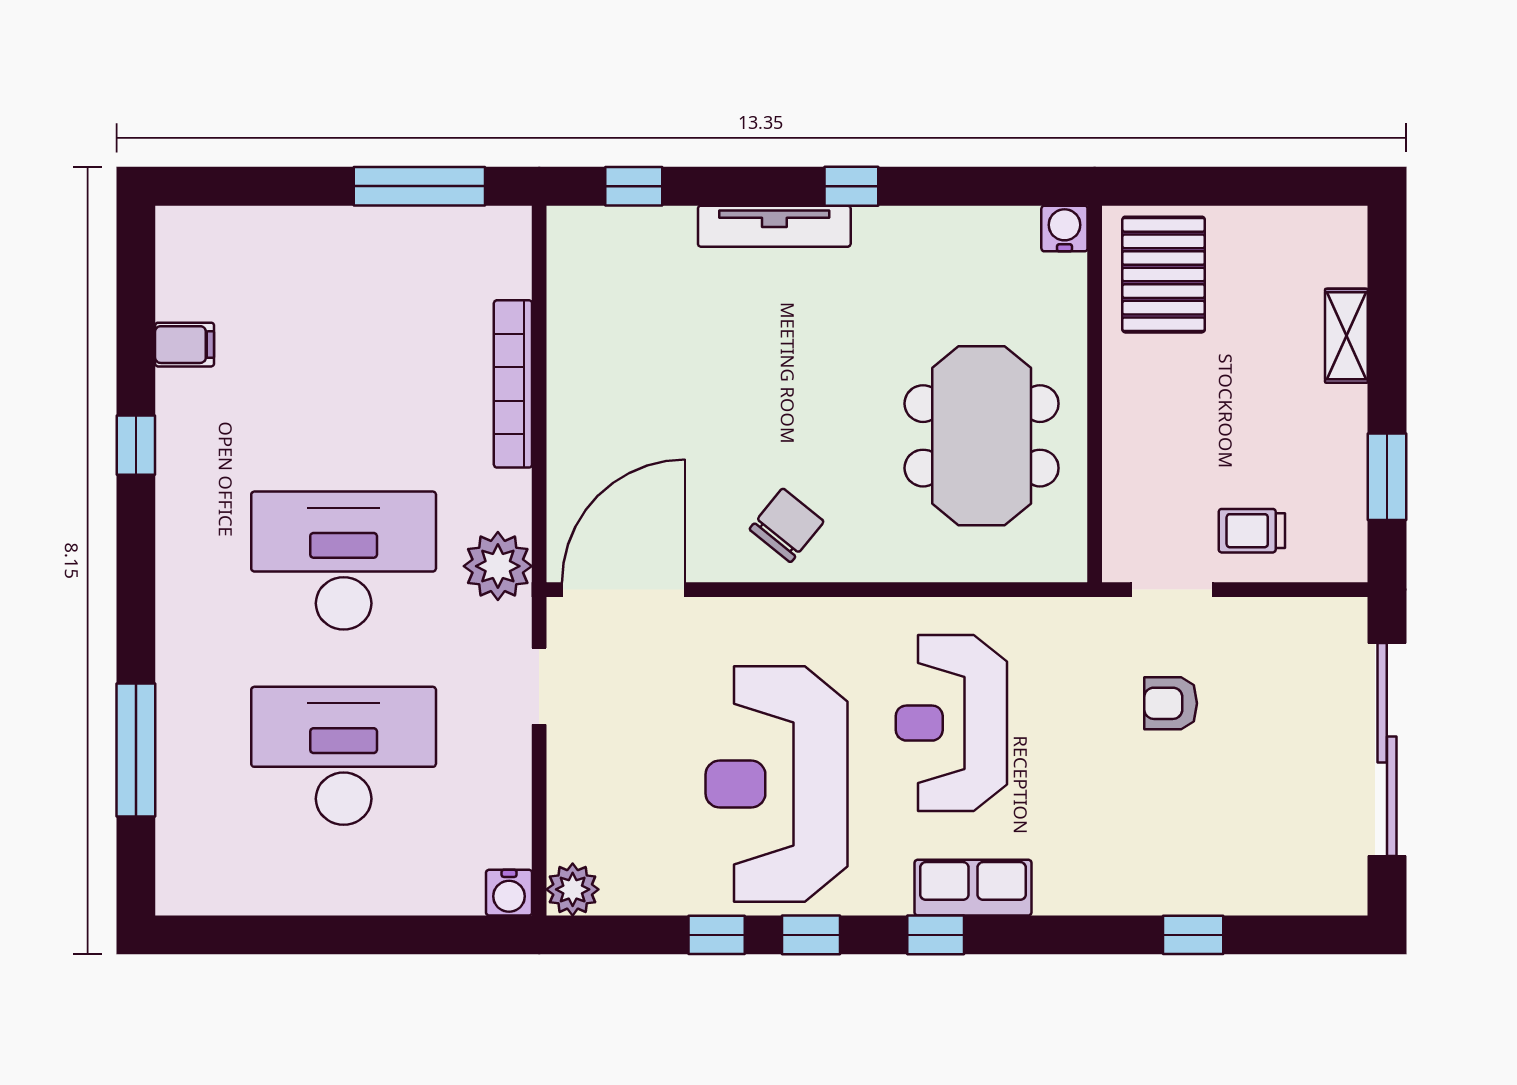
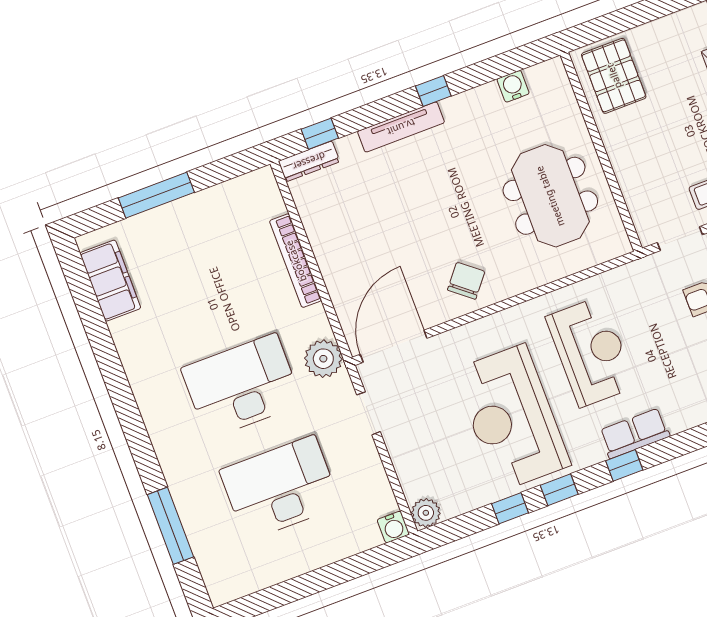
window: (419, 186) -> (156, 195), moved
dresser: (598, 226) -> (309, 161), added
water cooler: (1064, 229) -> (513, 86), moved
filing cabinet: (185, 345) -> (110, 281), width x3.00, depth x1.17
window: (136, 445) -> (111, 367), removed
reception desk: (951, 723) -> (591, 352), turned 180

